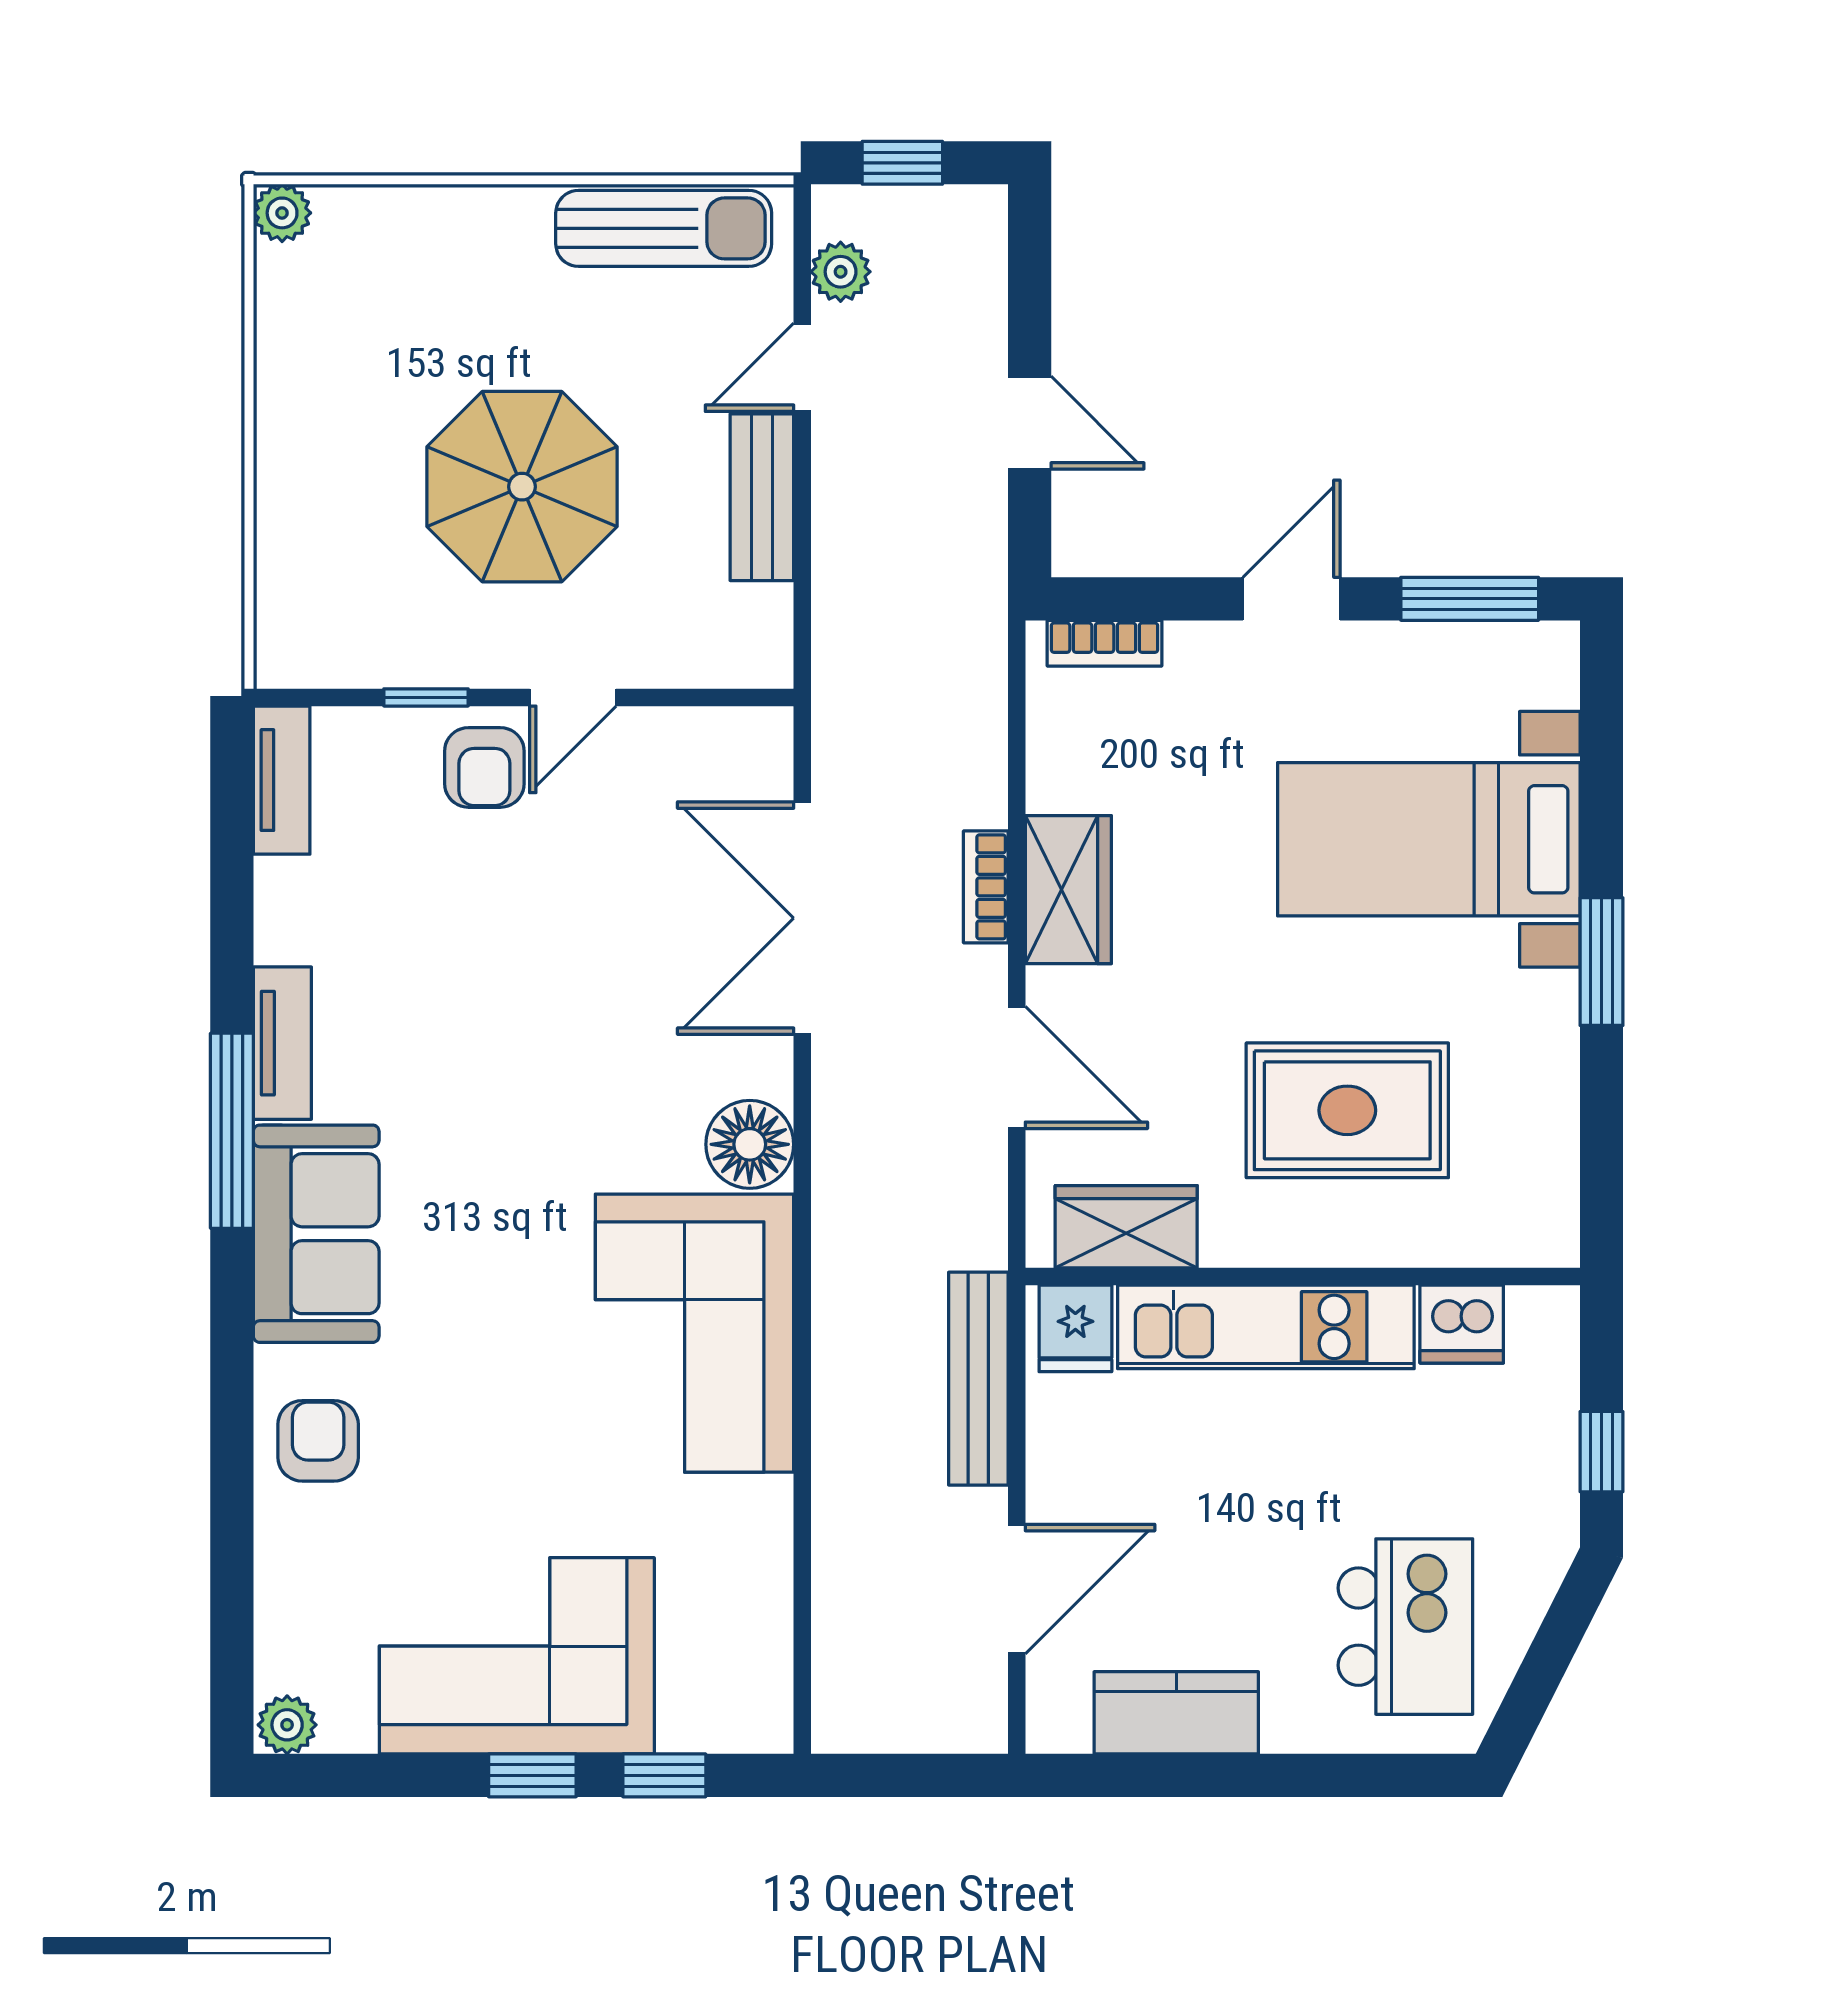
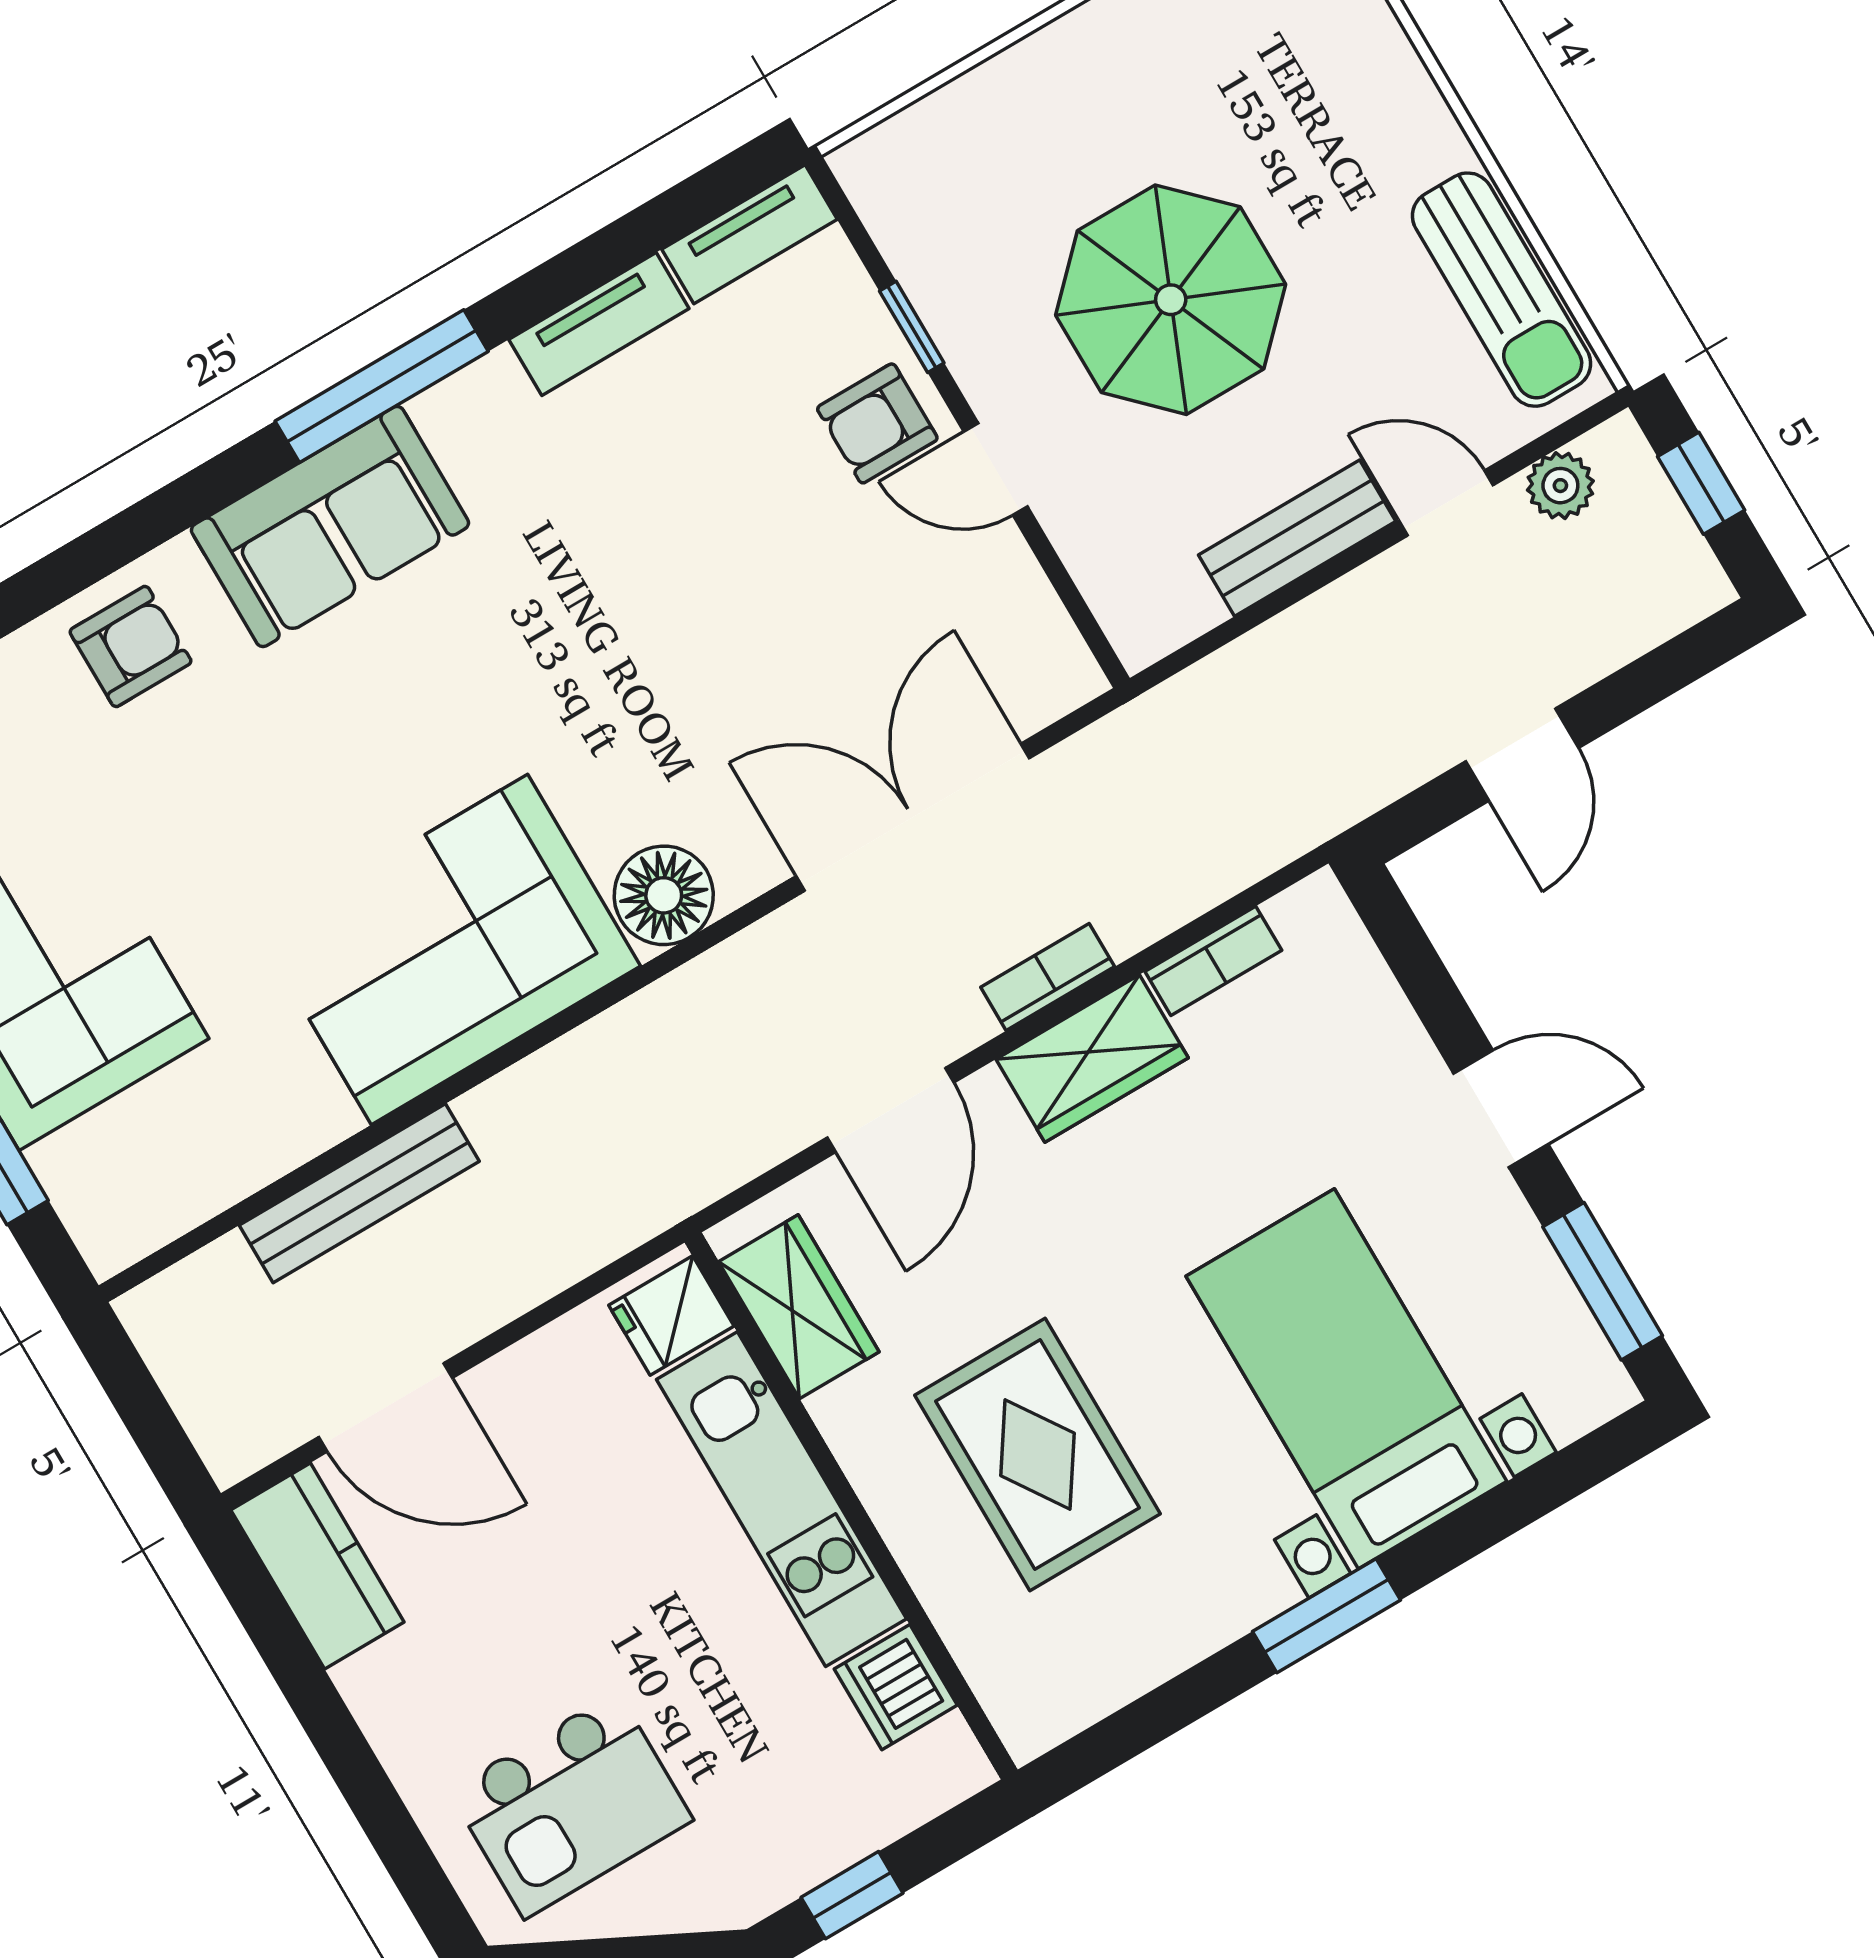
bookcase: (1105, 643) -> (1213, 961), moved, turned -90
tv unit: (282, 1043) -> (599, 324), moved
bench: (978, 1379) -> (359, 1193), moved
kitchen counter: (1176, 1713) -> (317, 1566), moved

